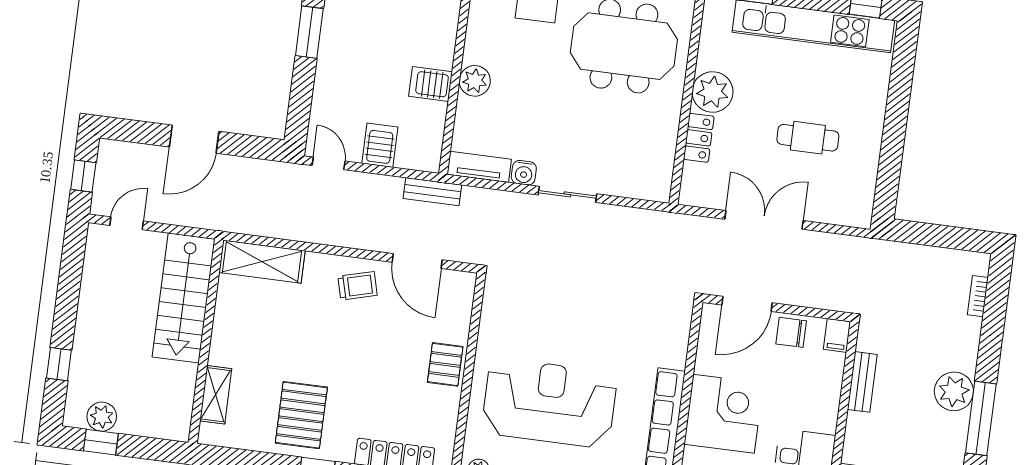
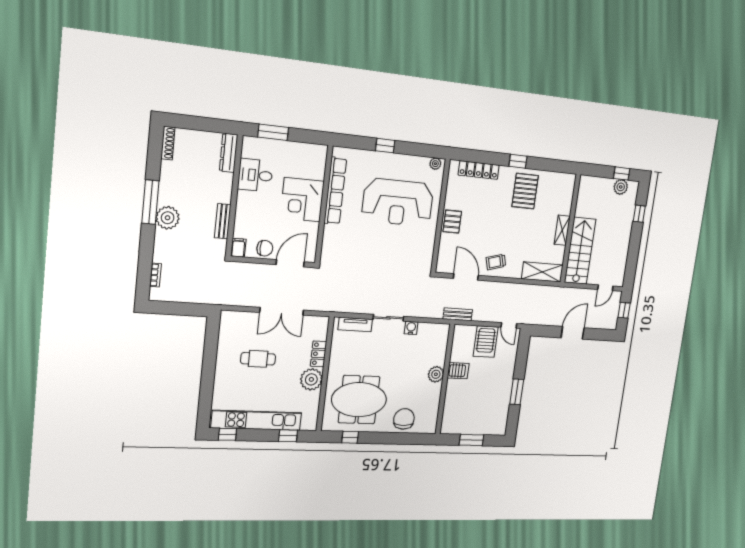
server rack: (380, 145) -> (486, 342), width x1.36, depth x1.44
tv unit: (479, 167) -> (355, 324), moved
shelving: (216, 395) -> (562, 230), moved

